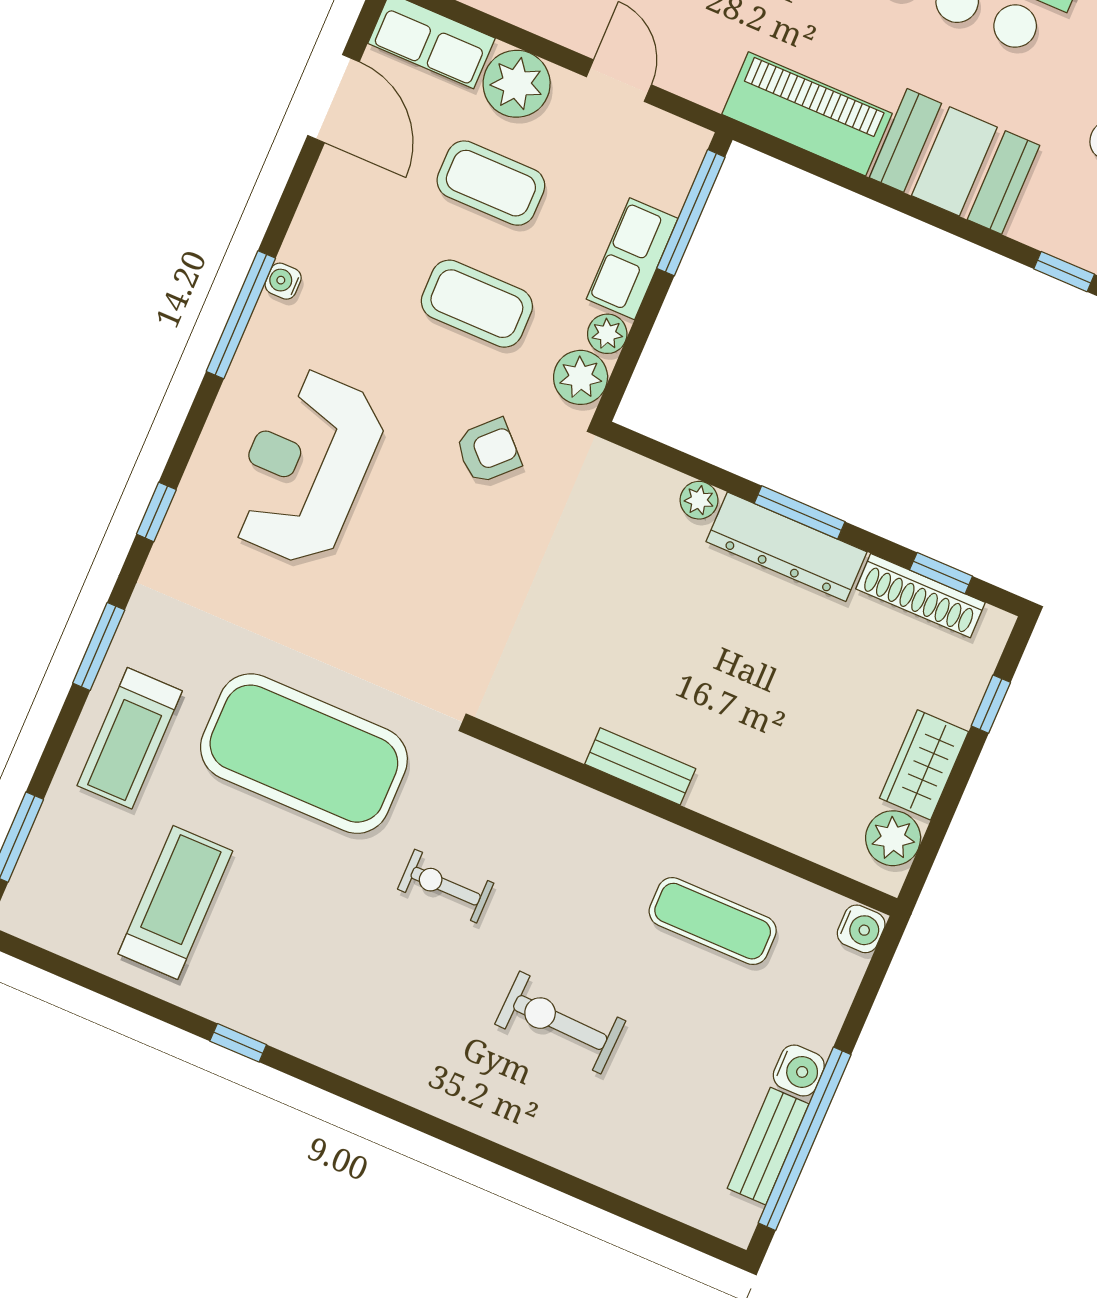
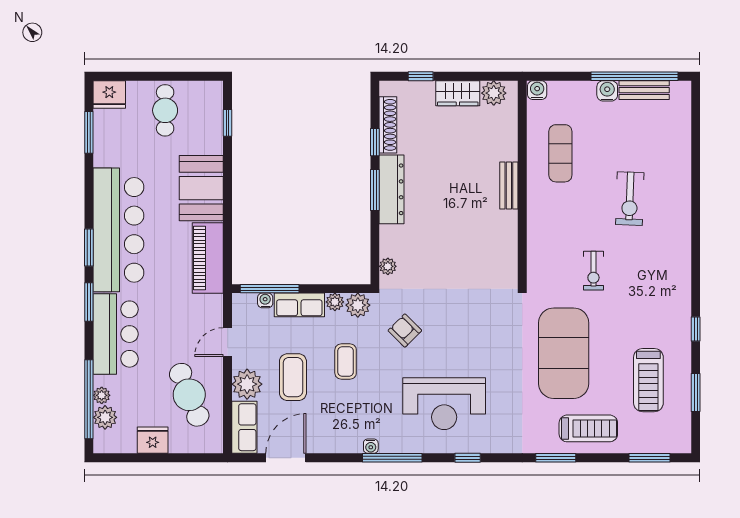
water cooler: (671, 193) -> (265, 300), added
coffee table: (477, 304) -> (346, 361), width x0.73, depth x0.77
plant: (699, 500) -> (388, 266), moved
window: (156, 512) -> (468, 458), moved
window: (941, 573) -> (375, 142), moved
bench: (640, 766) -> (509, 186), moved
treadmill: (175, 902) -> (648, 380), turned -90
window: (109, 988) -> (696, 392), added

